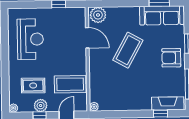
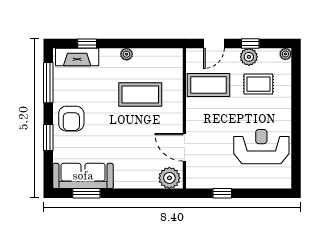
reception desk: (30, 39) -> (261, 147), turned 90
coffee table: (128, 50) -> (140, 95), moved, turned 61
armchair: (171, 58) -> (71, 119), turned 90
plant: (94, 107) -> (127, 54), moved

